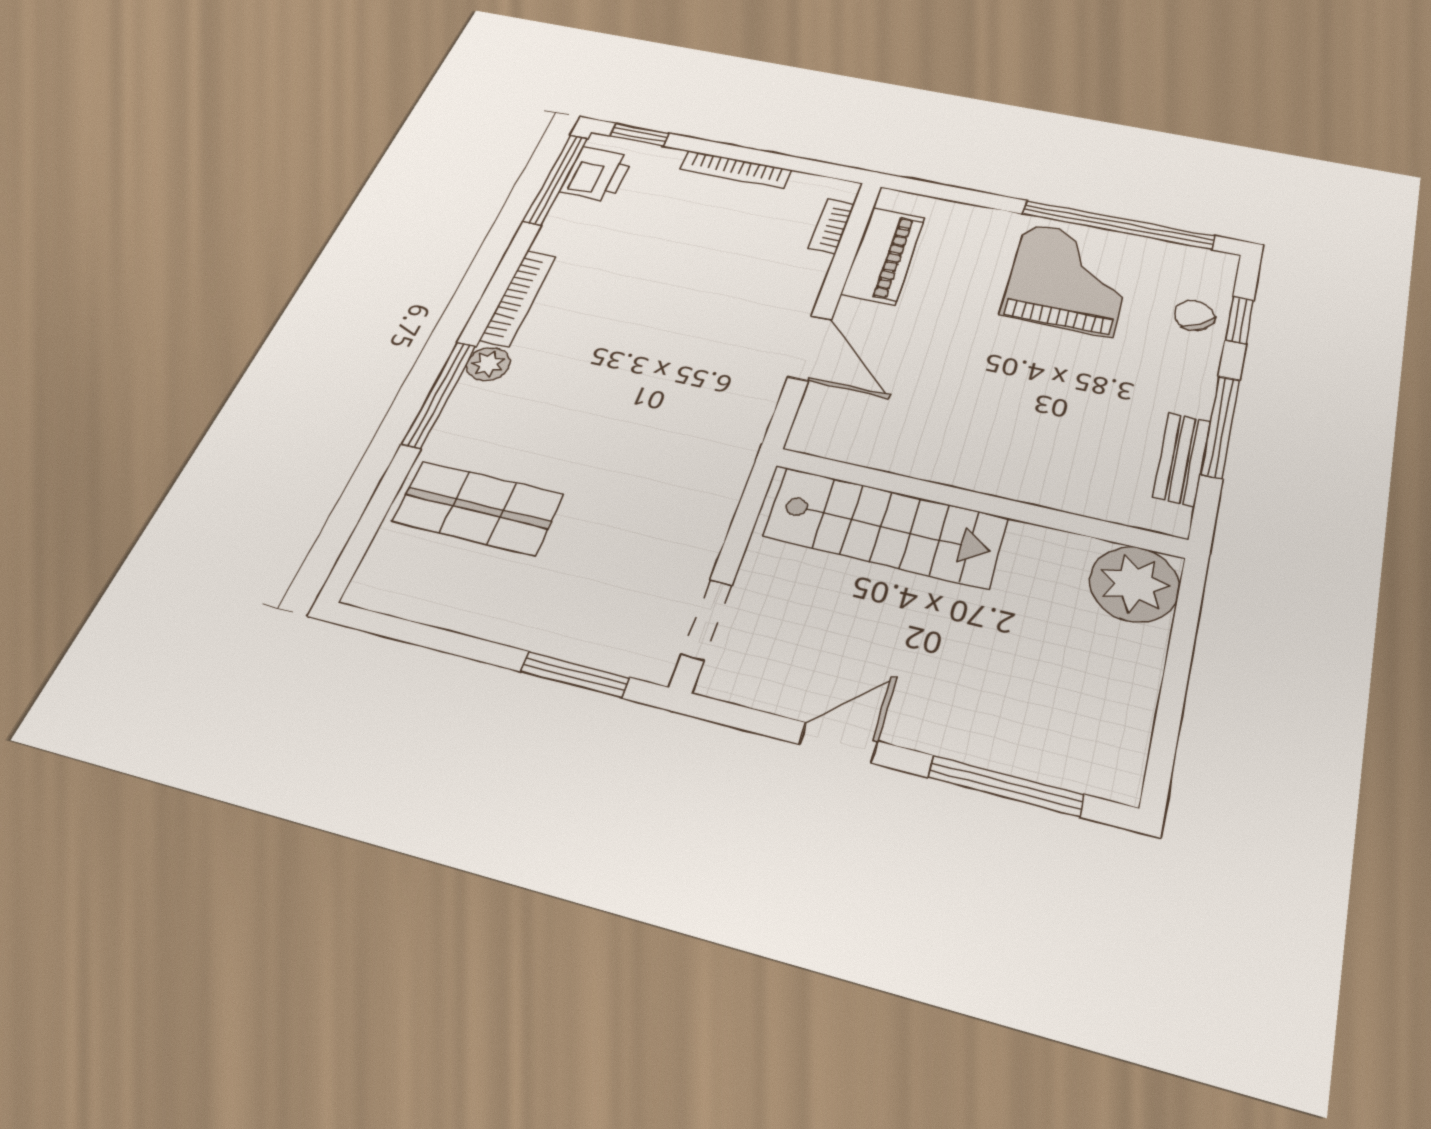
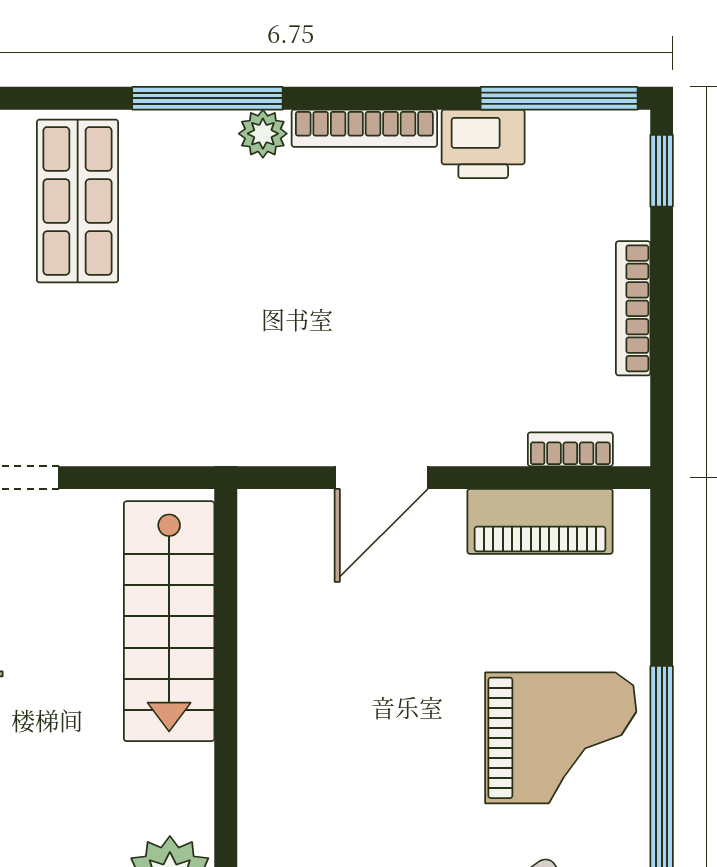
printer: (596, 175) -> (483, 144), moved

